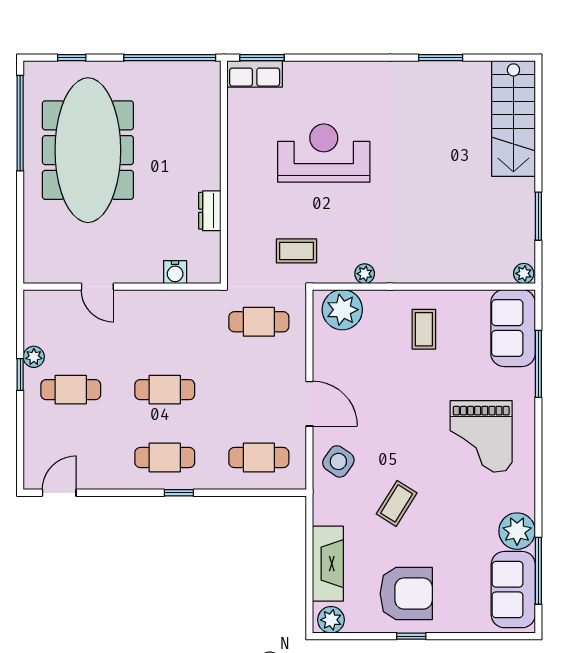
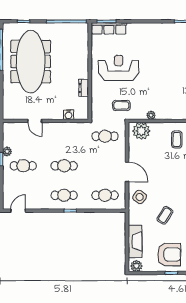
row of seats: (255, 74) -> (109, 28), width x1.48
reception desk: (324, 153) -> (119, 68), moved

